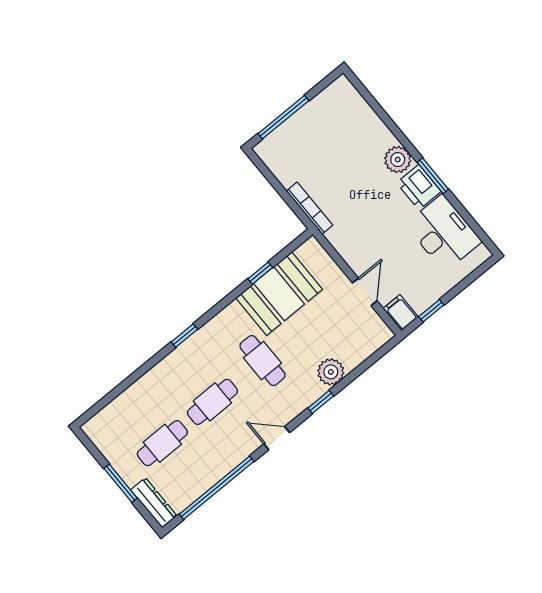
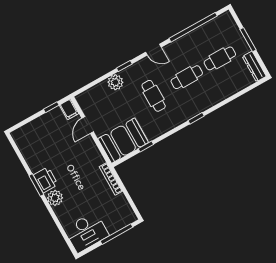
desk: (443, 233) -> (86, 232), moved, turned -90
booth: (279, 294) -> (123, 141), moved
dresser: (154, 503) -> (254, 66), moved

